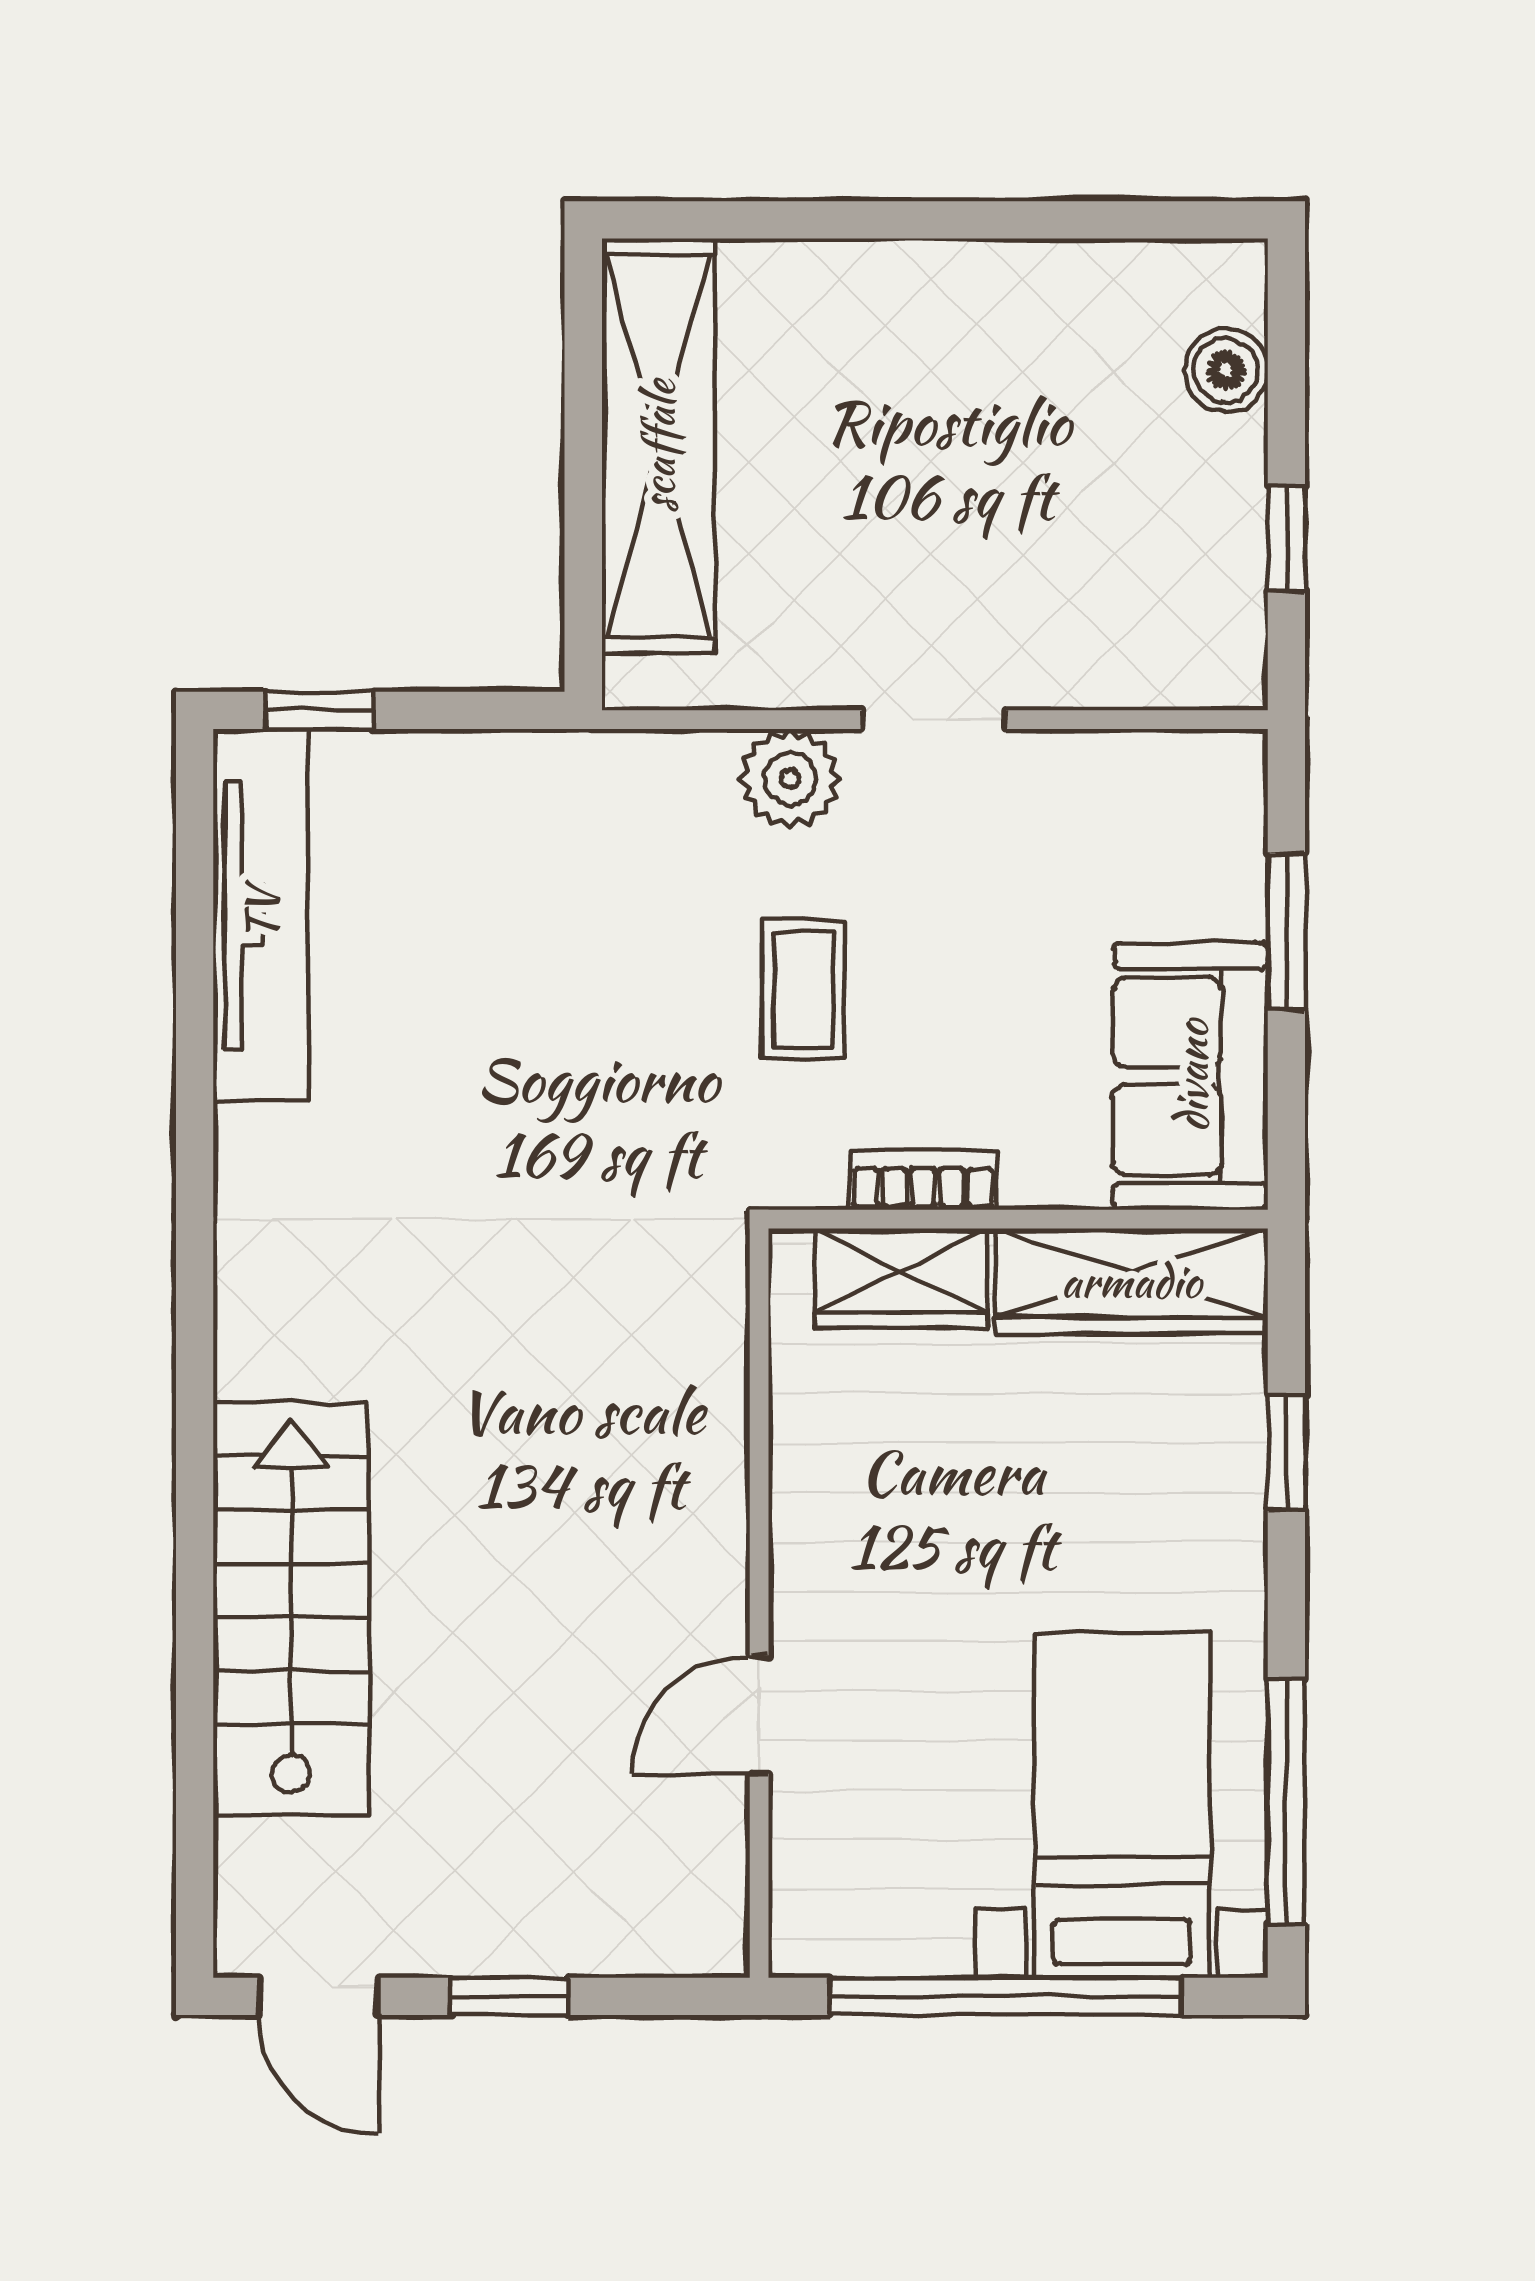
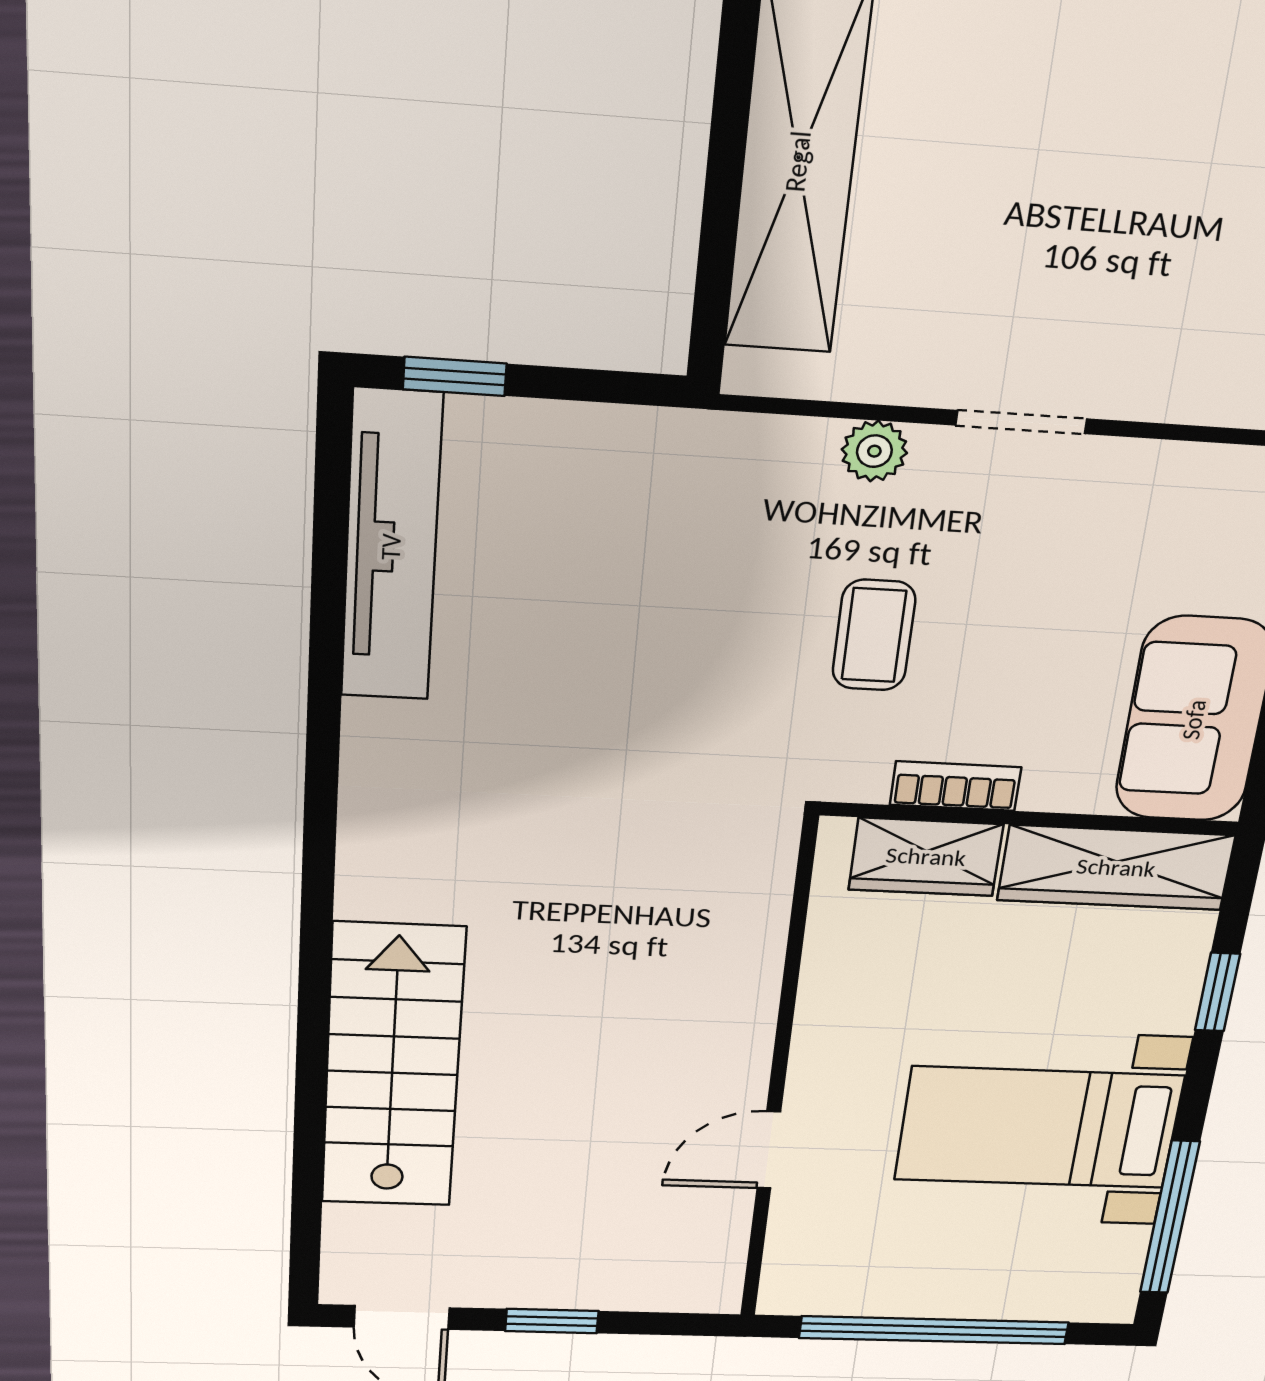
plant: (790, 779) -> (874, 451), width x0.73, depth x0.73
bed with nightstands: (1122, 1805) -> (1039, 1128), moved, turned -90

